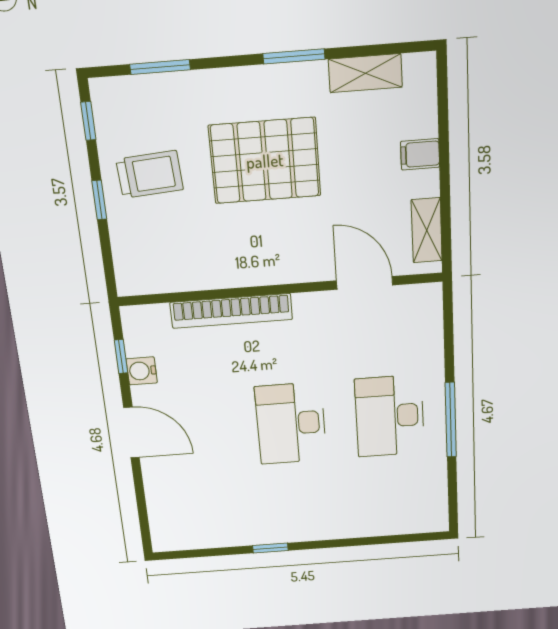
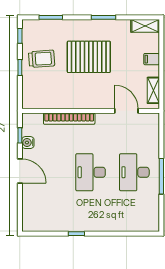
shelving: (365, 73) -> (145, 26), moved

